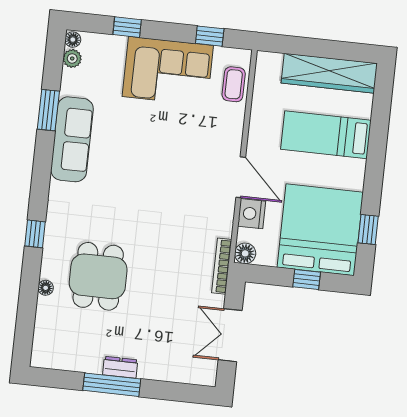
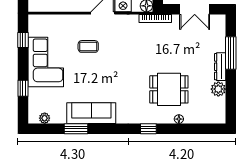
floor lamp: (73, 40) -> (34, 119), removed
coffee table: (234, 84) -> (88, 46), moved
plant: (90, 361) -> (218, 89), added
dresser: (120, 367) -> (220, 67), width x1.44
window: (112, 385) -> (231, 53), moved

